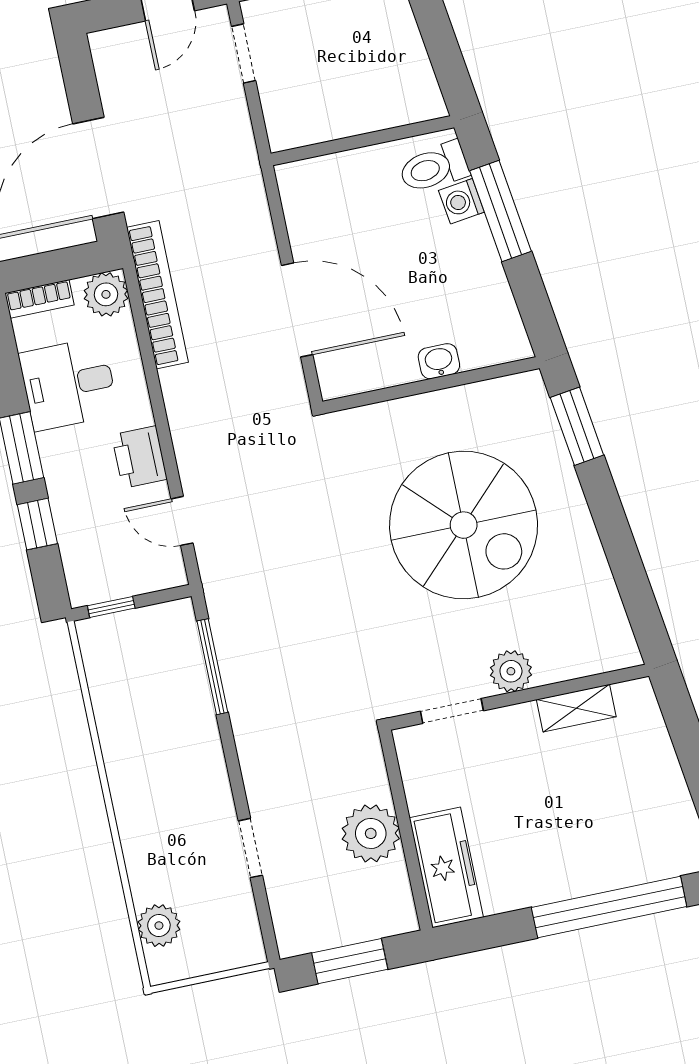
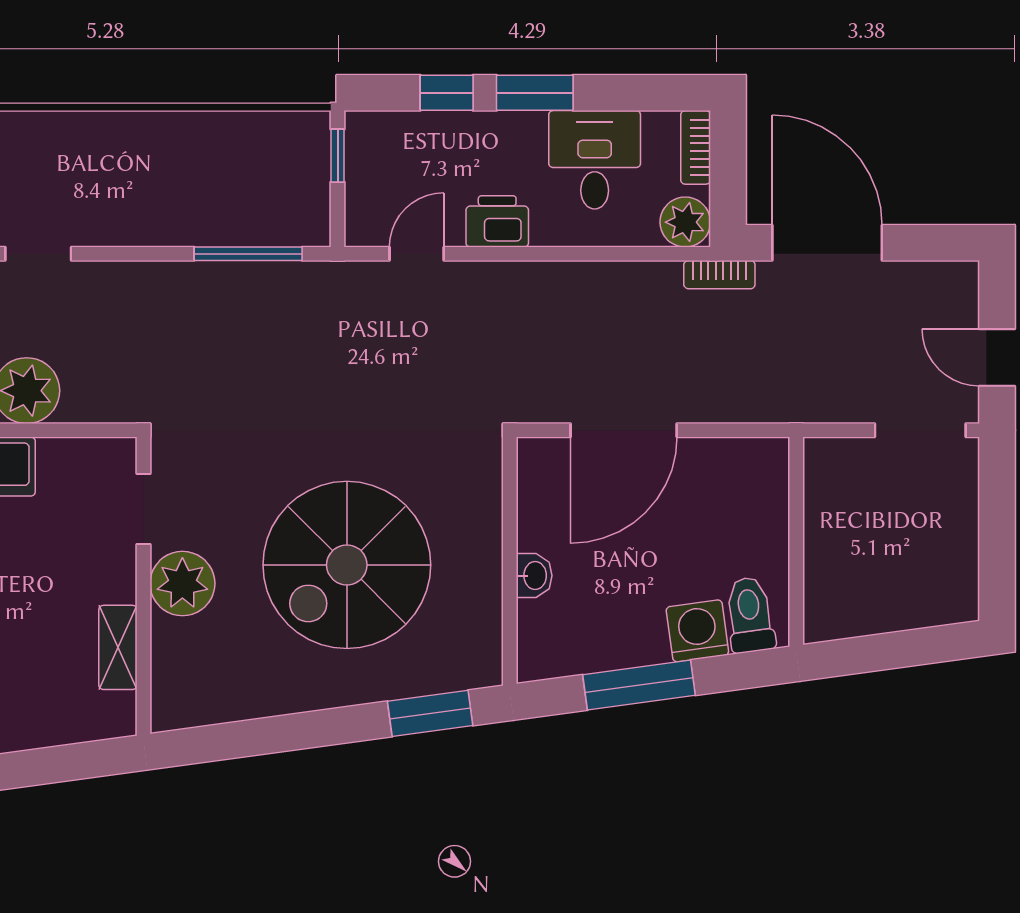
doorway: (244, 54) -> (920, 430), width x1.38
washing machine: (461, 201) -> (697, 631), width x1.38, depth x1.38
window: (501, 211) -> (639, 685), moved
bookcase: (158, 295) -> (719, 275), width x0.43, depth x0.76
plant: (511, 671) -> (182, 584), width x1.36, depth x1.36

